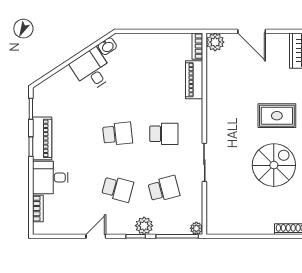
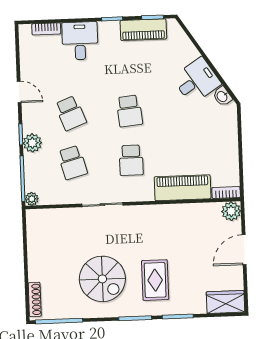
piano: (194, 80) -> (183, 188), width x1.37, depth x1.33
piano: (42, 138) -> (143, 30), moved
school desk: (118, 189) -> (71, 113), turned -36

